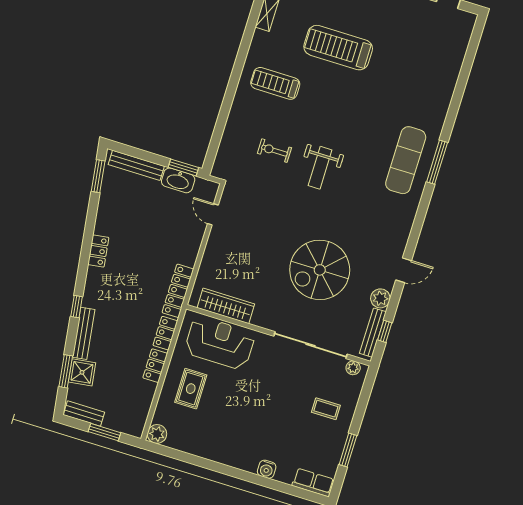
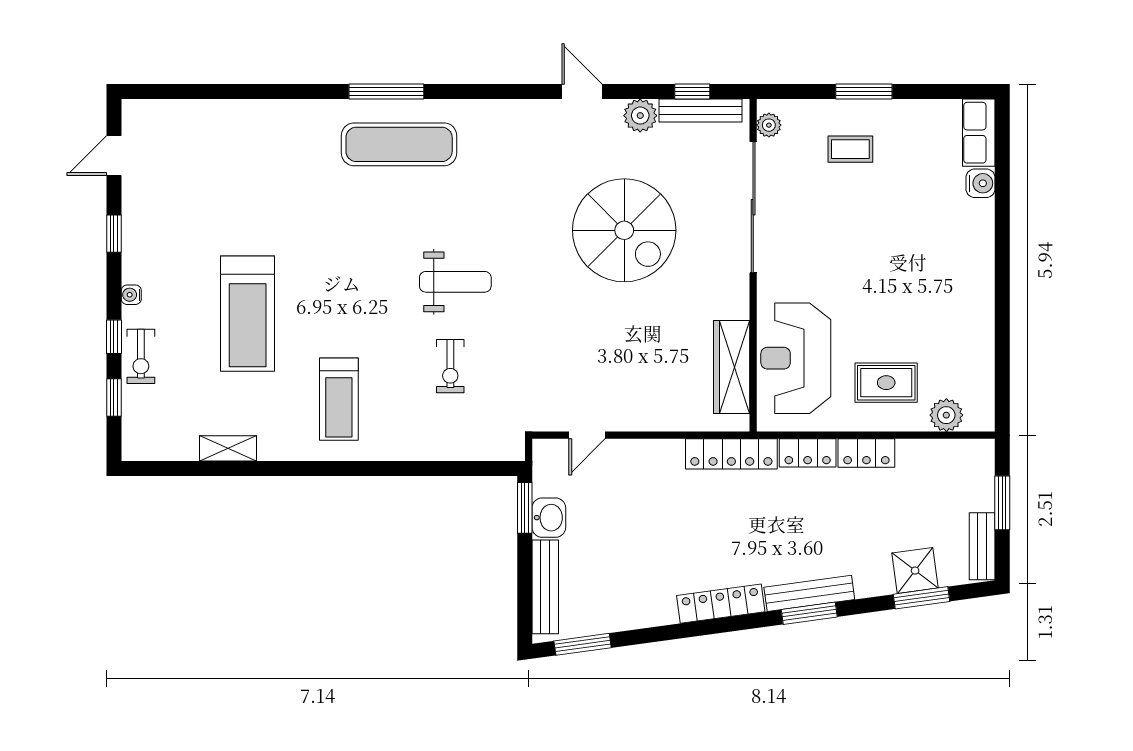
washbasin: (178, 180) -> (549, 518), width x0.72
locker: (98, 251) -> (721, 604), width x1.53
window: (77, 307) -> (809, 613), width x1.50
bench: (84, 333) -> (809, 593), moved
coffee table: (326, 409) -> (850, 149), turned 90
plant: (157, 434) -> (946, 415), moved
window: (348, 450) -> (864, 91), moved
water cooler: (267, 469) -> (981, 183), moved

